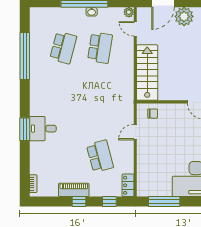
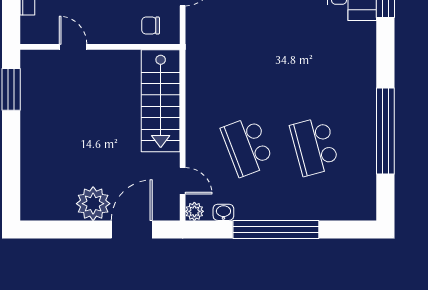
washbasin: (92, 12) -> (223, 212), moved
school desk: (63, 48) -> (314, 146), turned -30
school desk: (100, 48) -> (247, 146), turned -30

